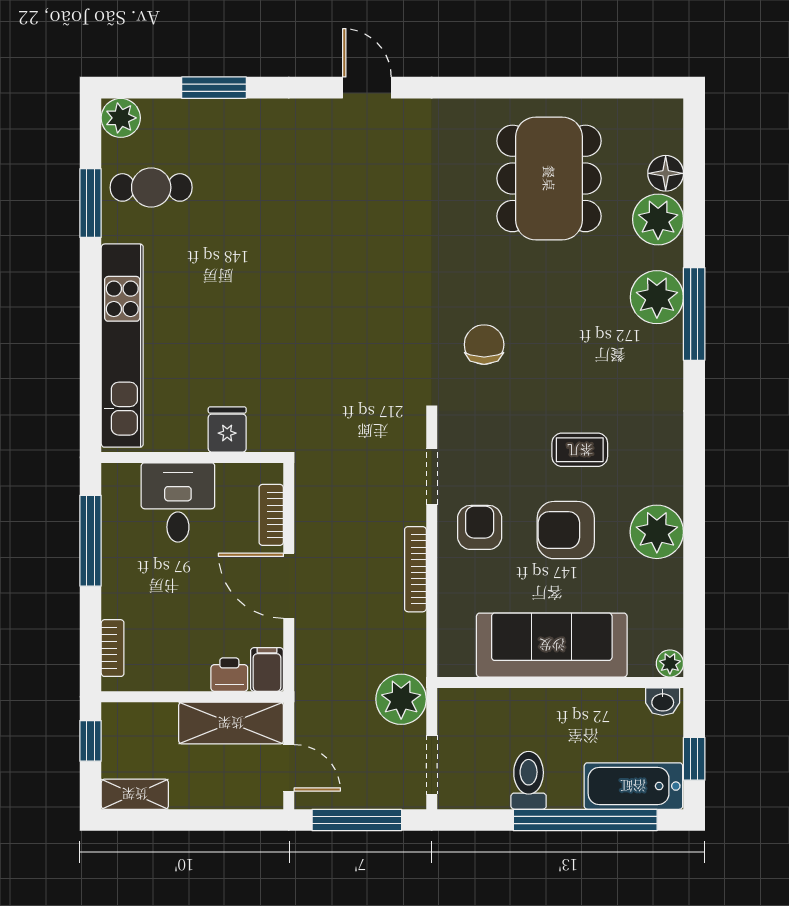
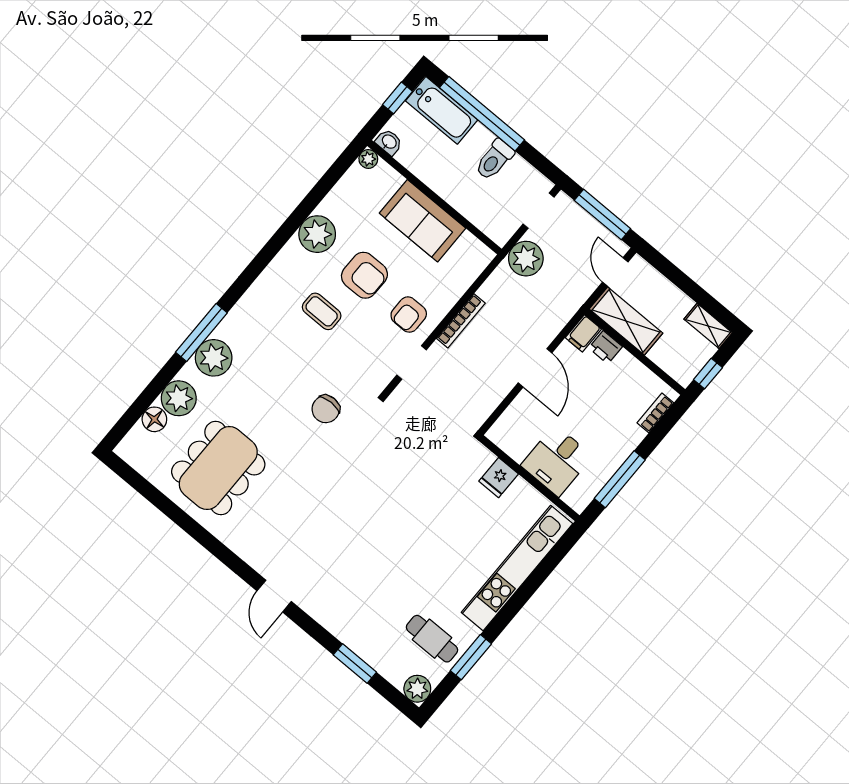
bookcase: (271, 515) -> (513, 413), removed
sofa: (552, 645) -> (422, 221), width x0.73

